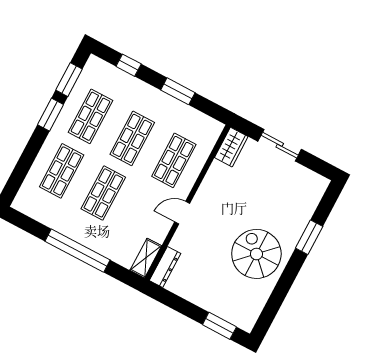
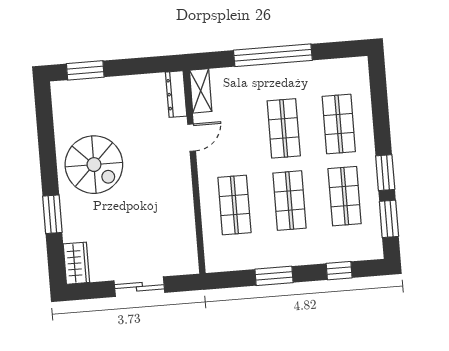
wardrobe: (231, 147) -> (76, 263), moved, turned 180
door: (182, 213) -> (192, 138), moved

